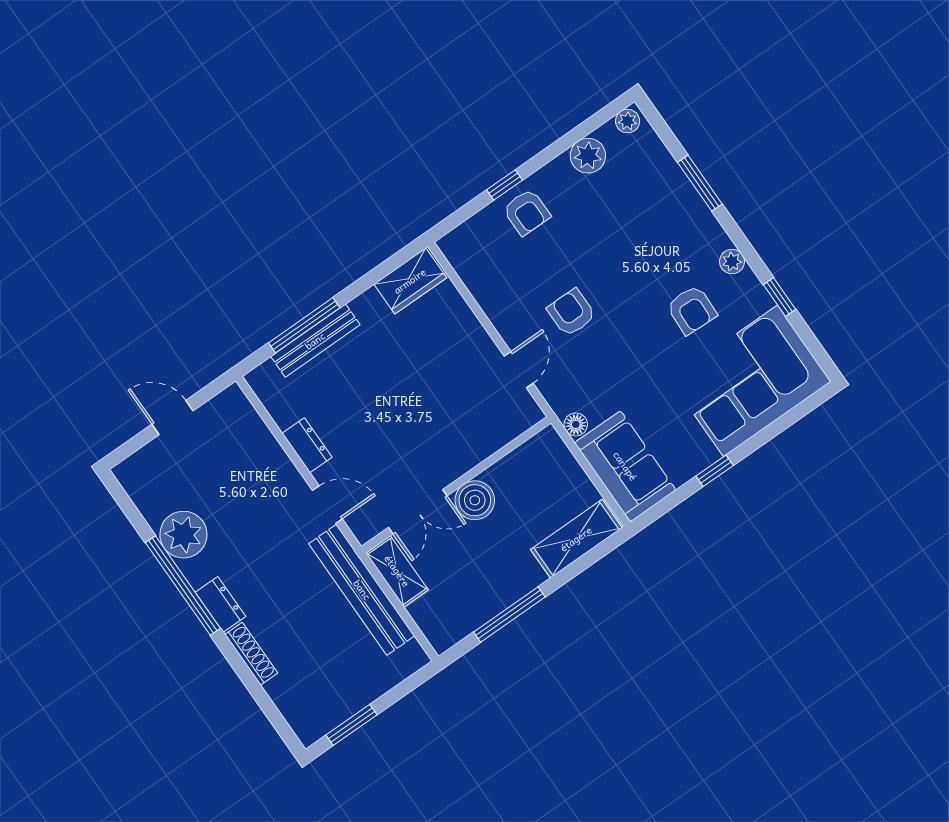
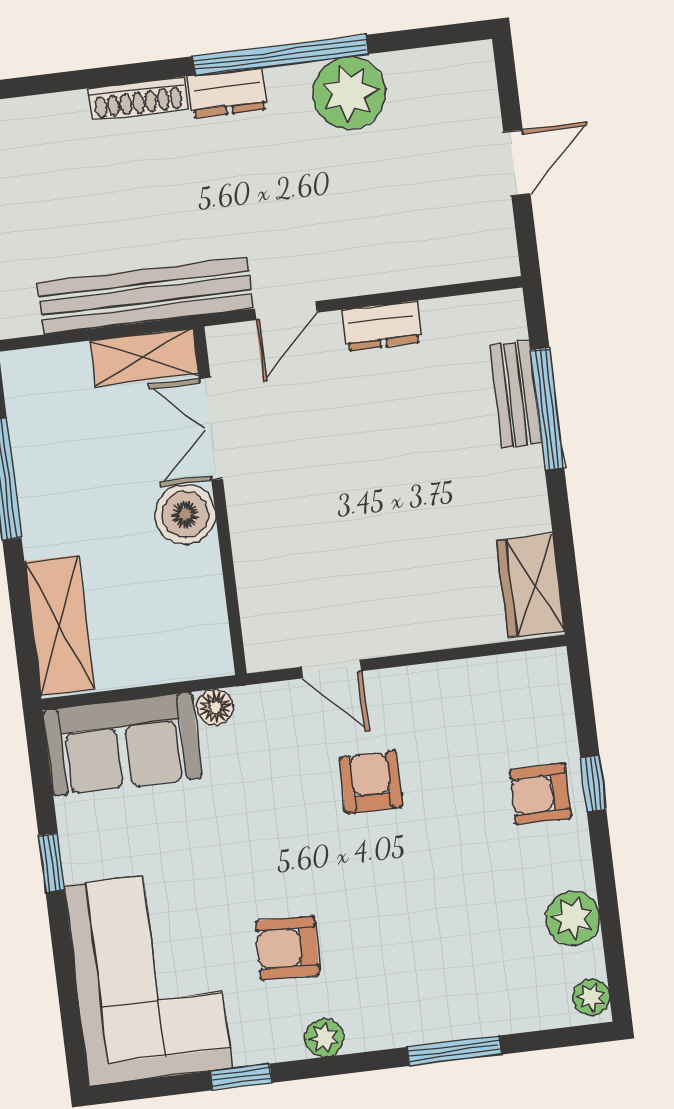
armchair: (571, 313) -> (371, 782), turned -90
bench: (315, 341) -> (516, 394), width x0.73

